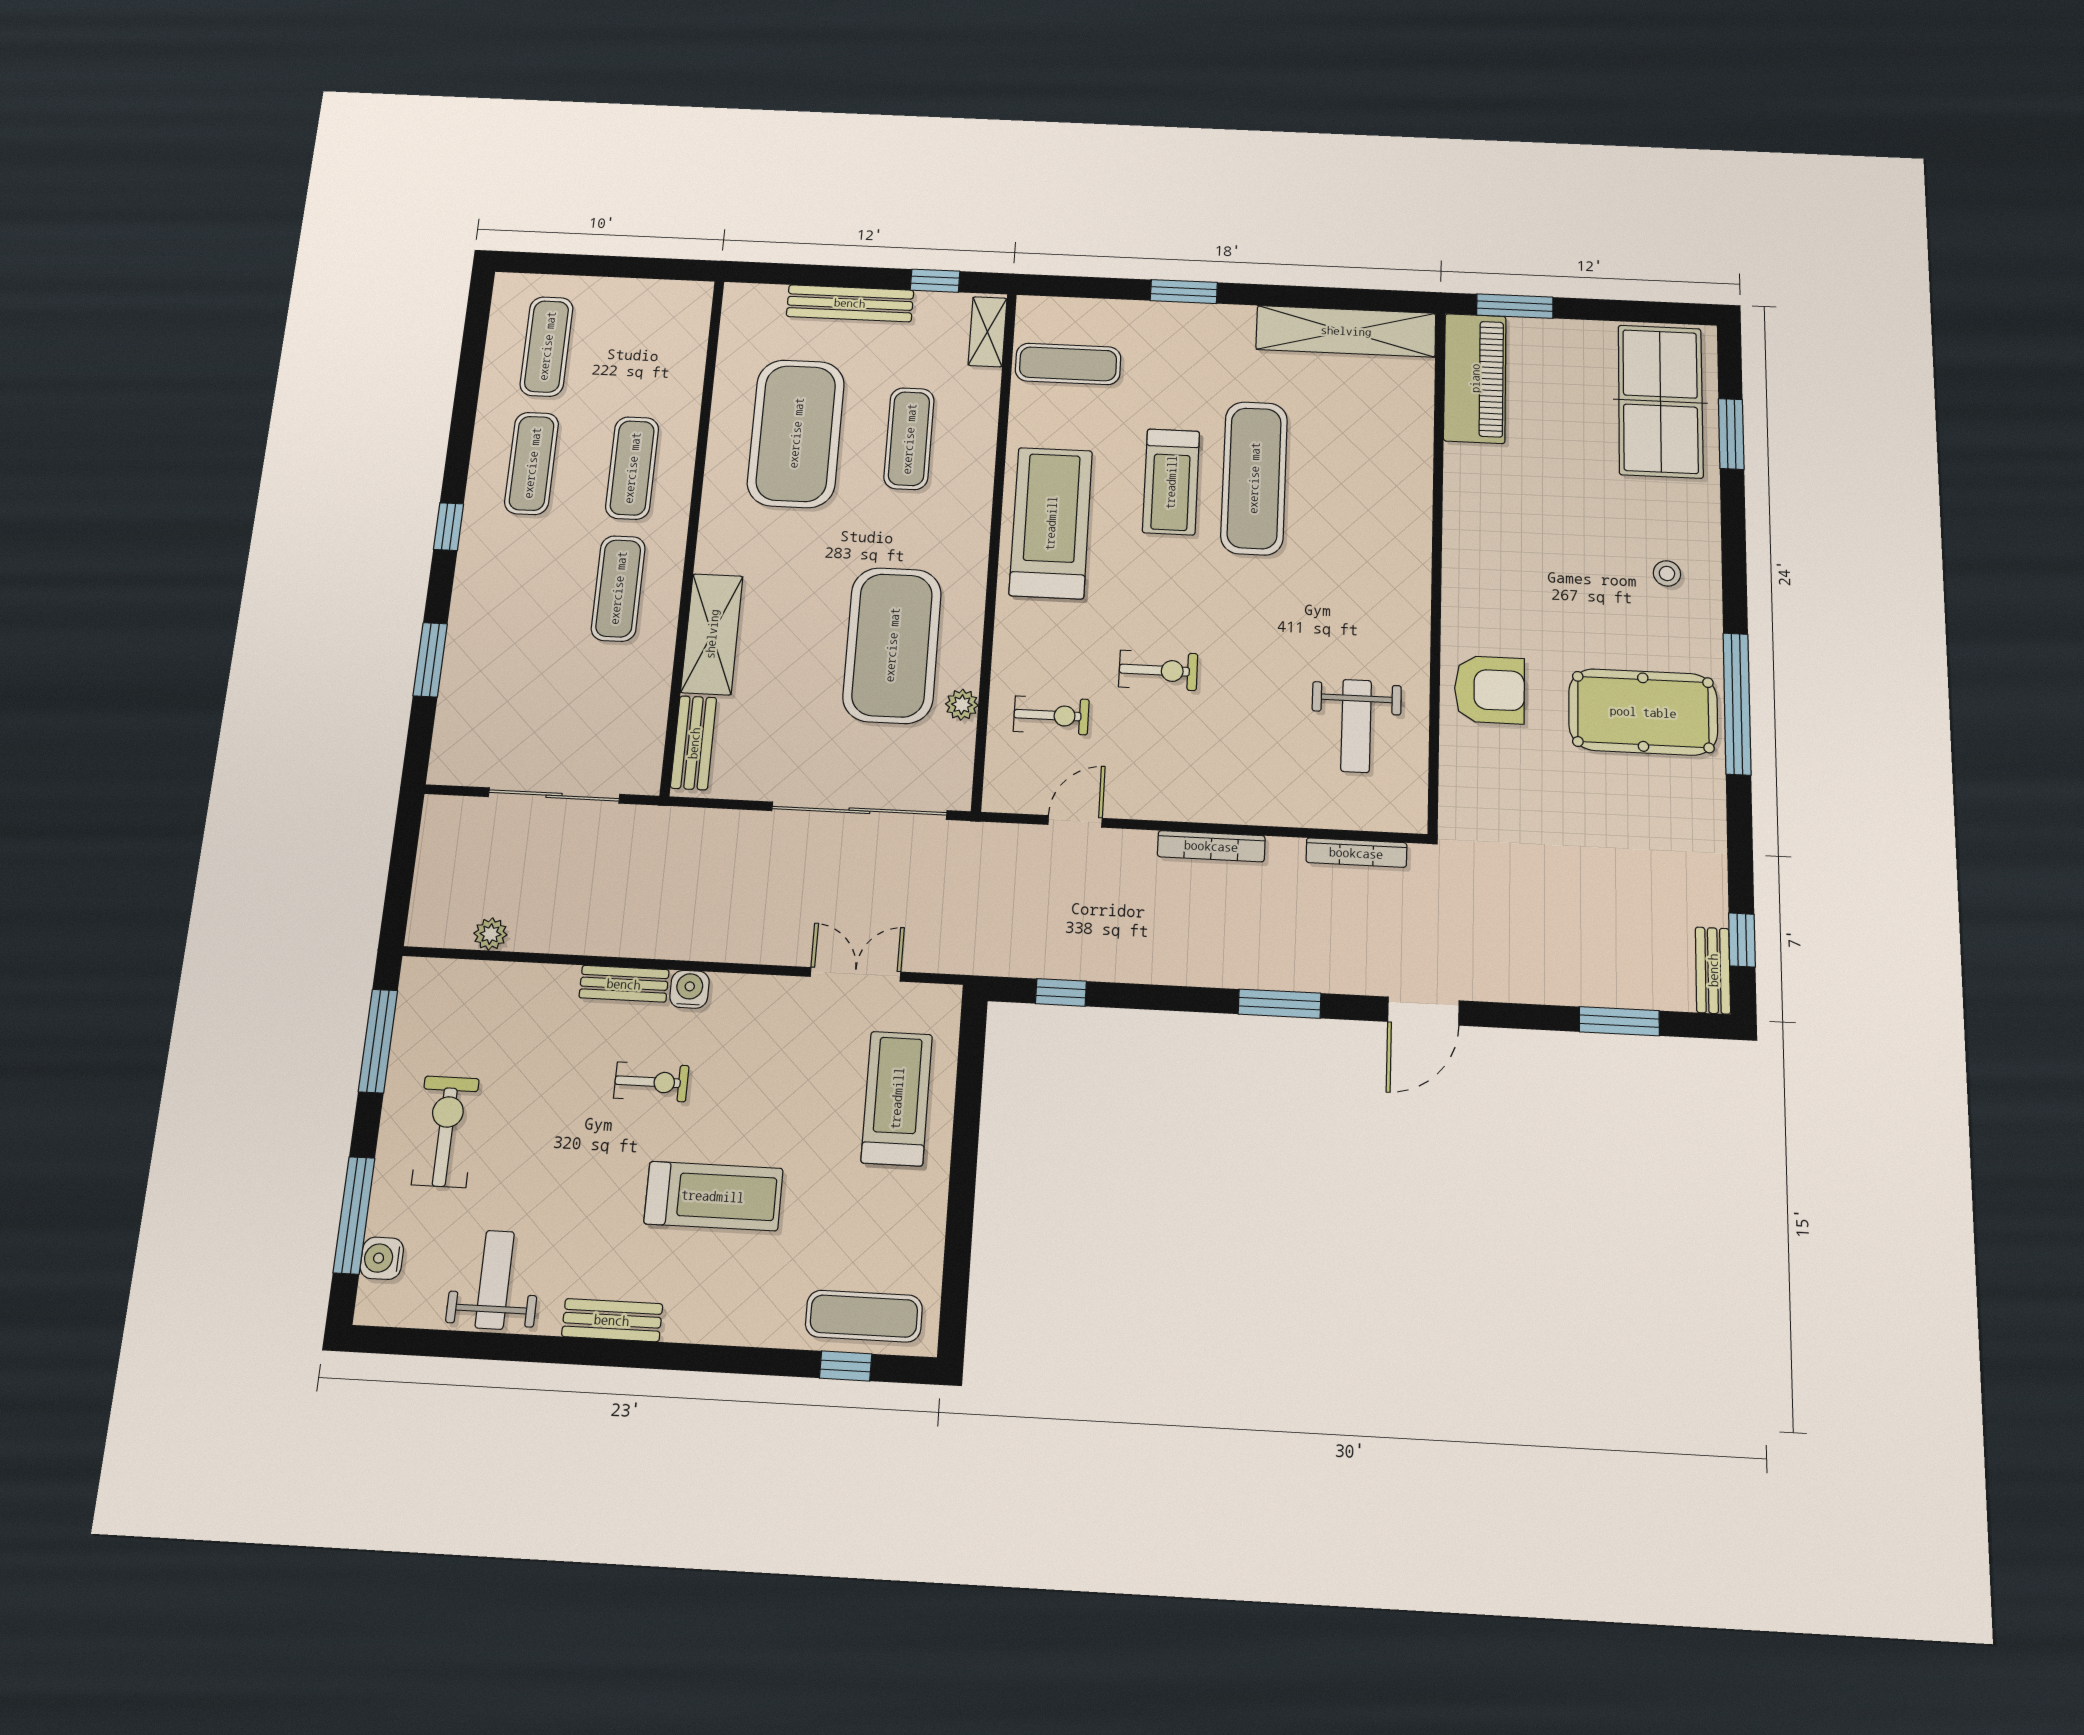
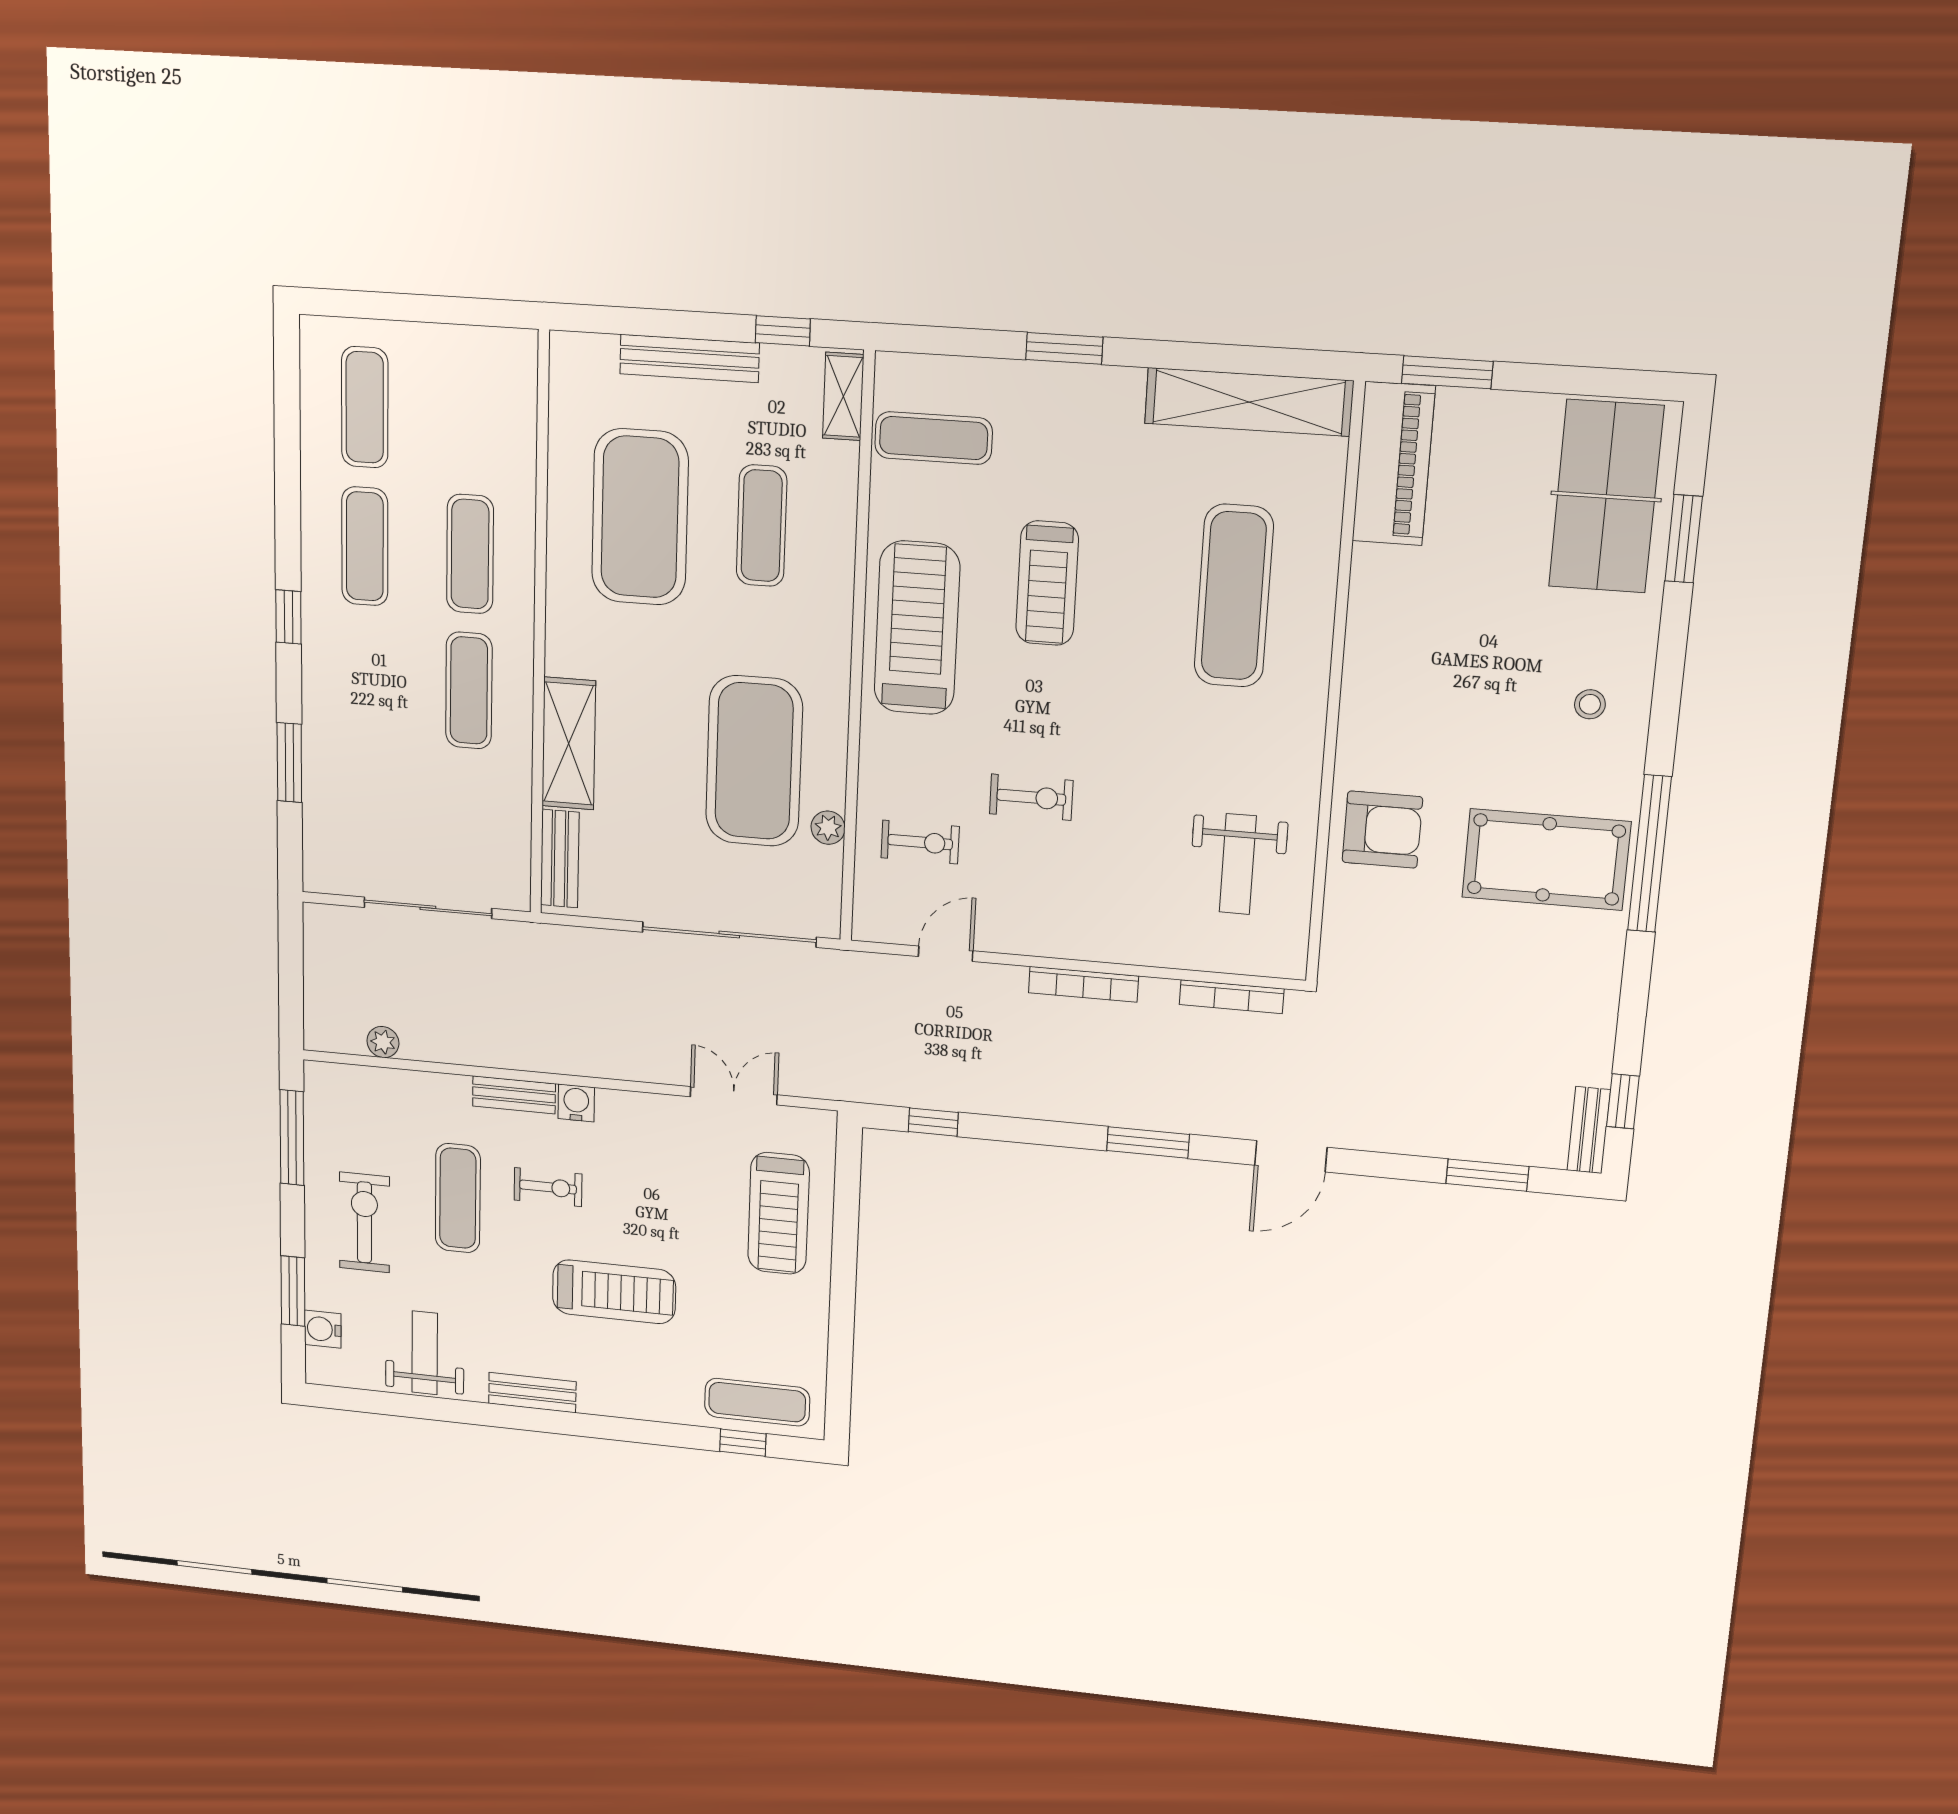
exercise mat: (1254, 478) -> (1234, 596), moved
treadmill: (897, 1098) -> (779, 1213), turned 180
exercise mat: (552, 1099) -> (458, 1198), added
window: (354, 1215) -> (293, 1291), width x0.69

